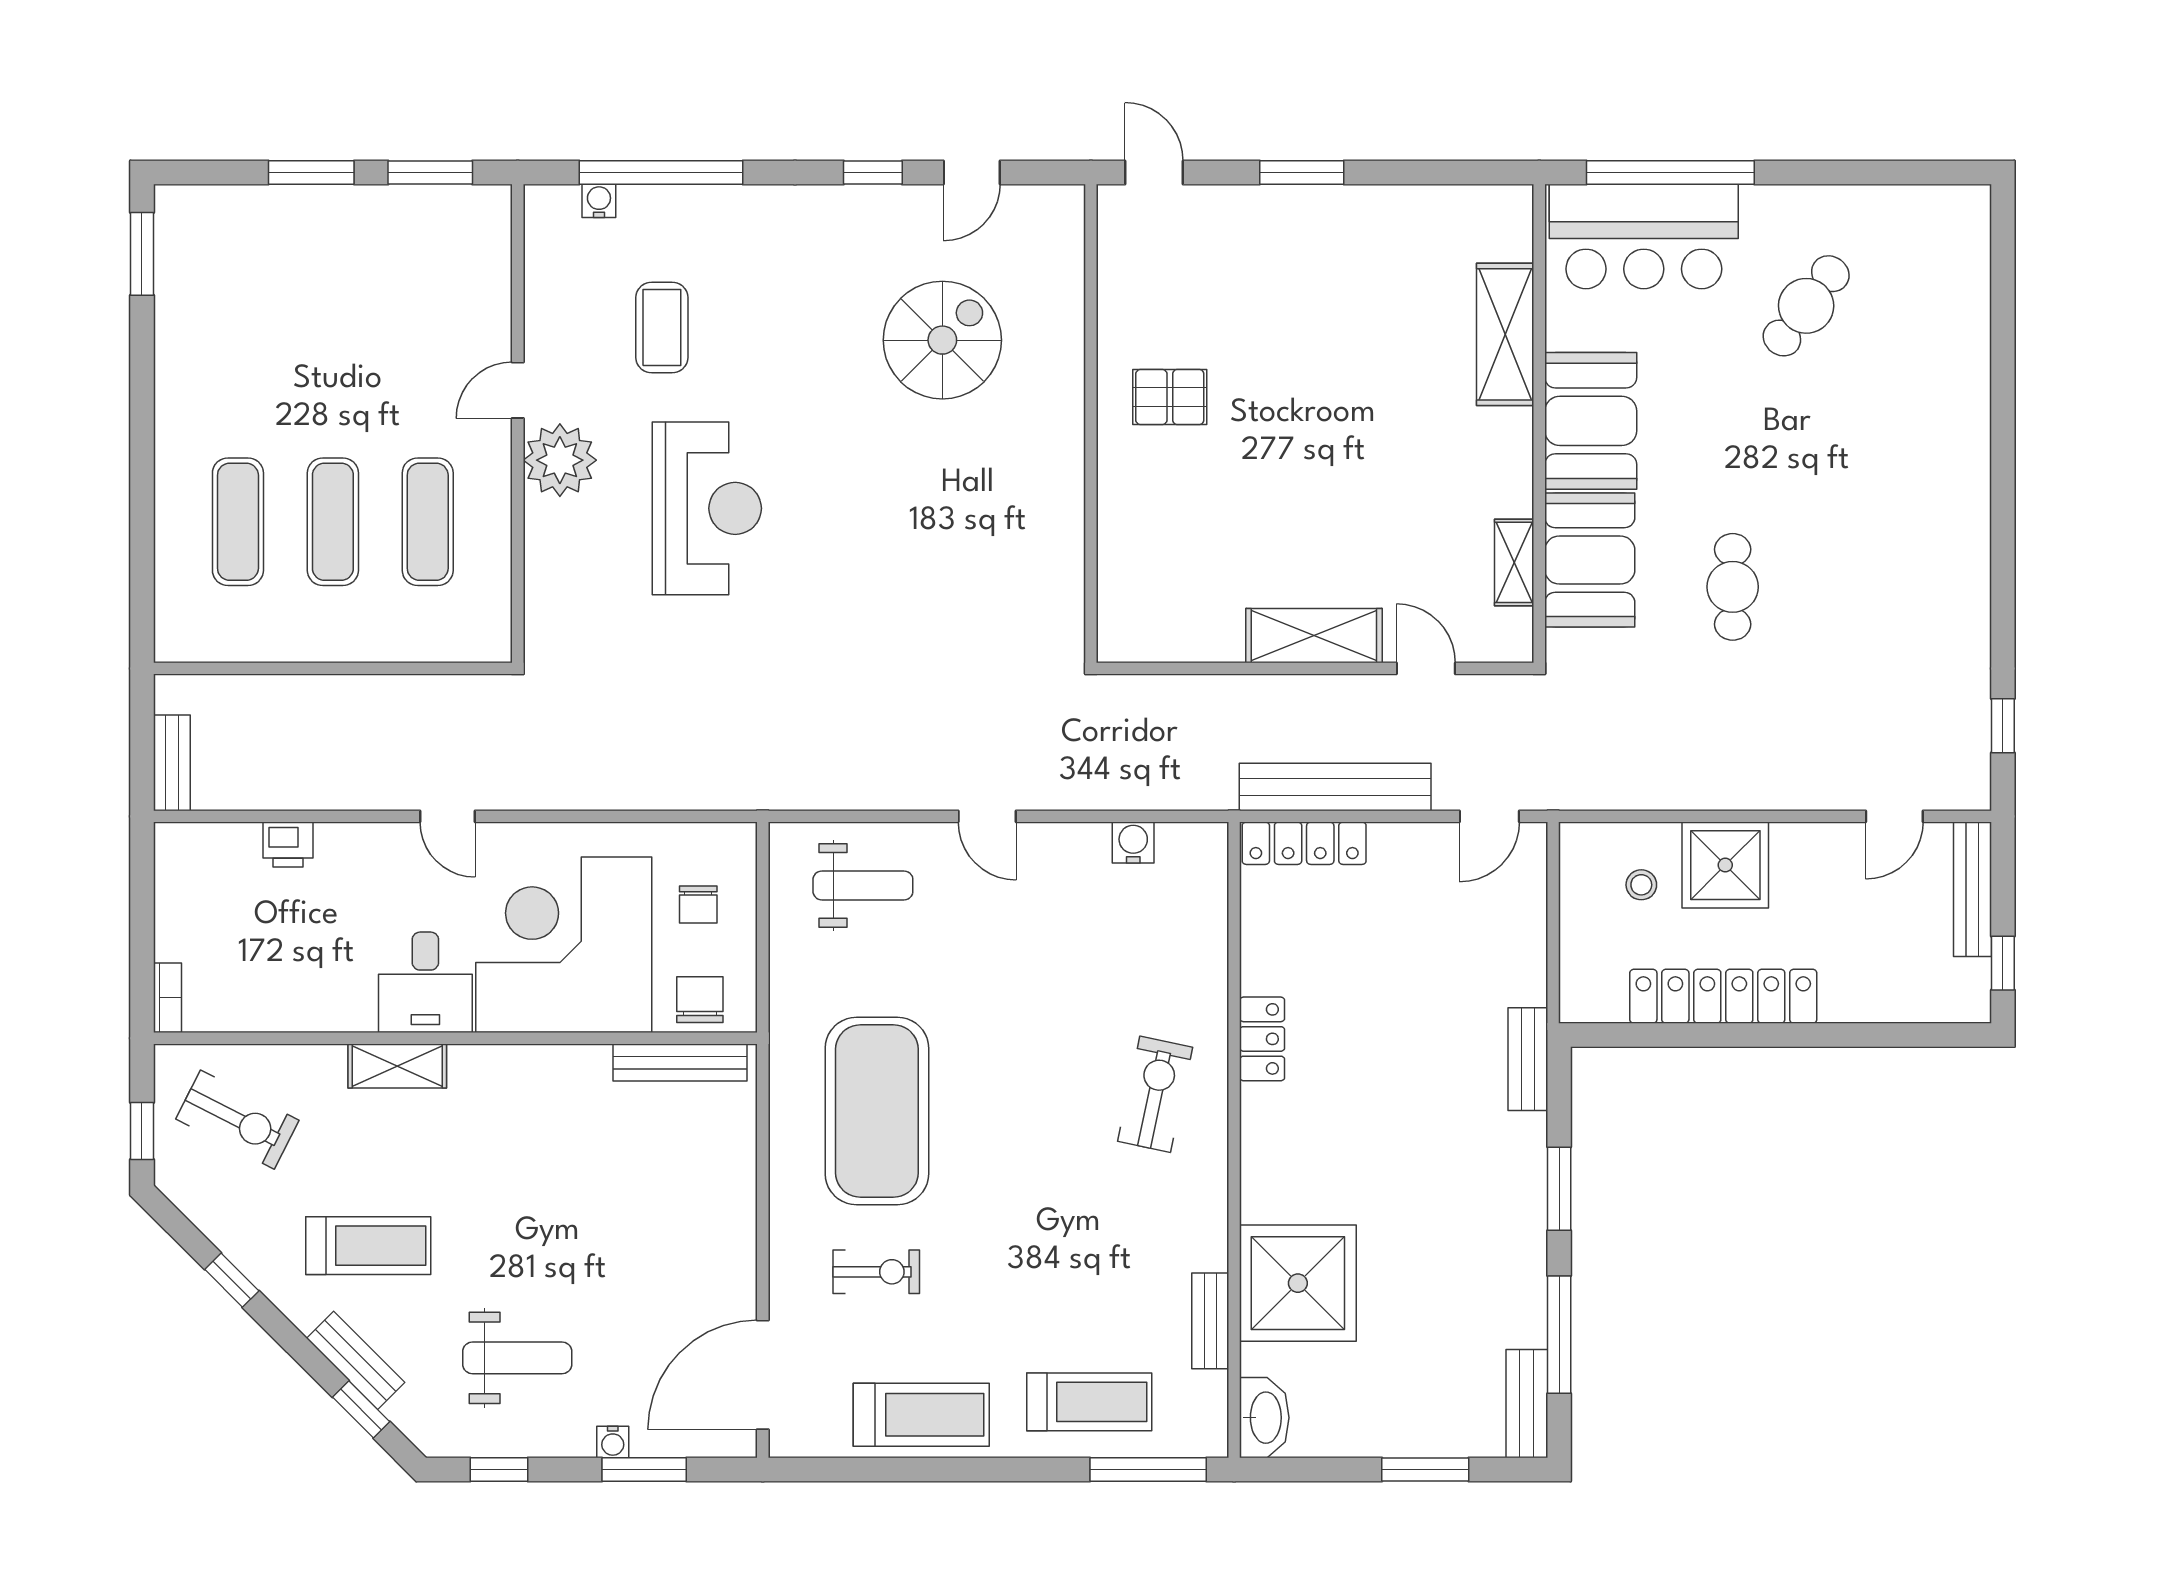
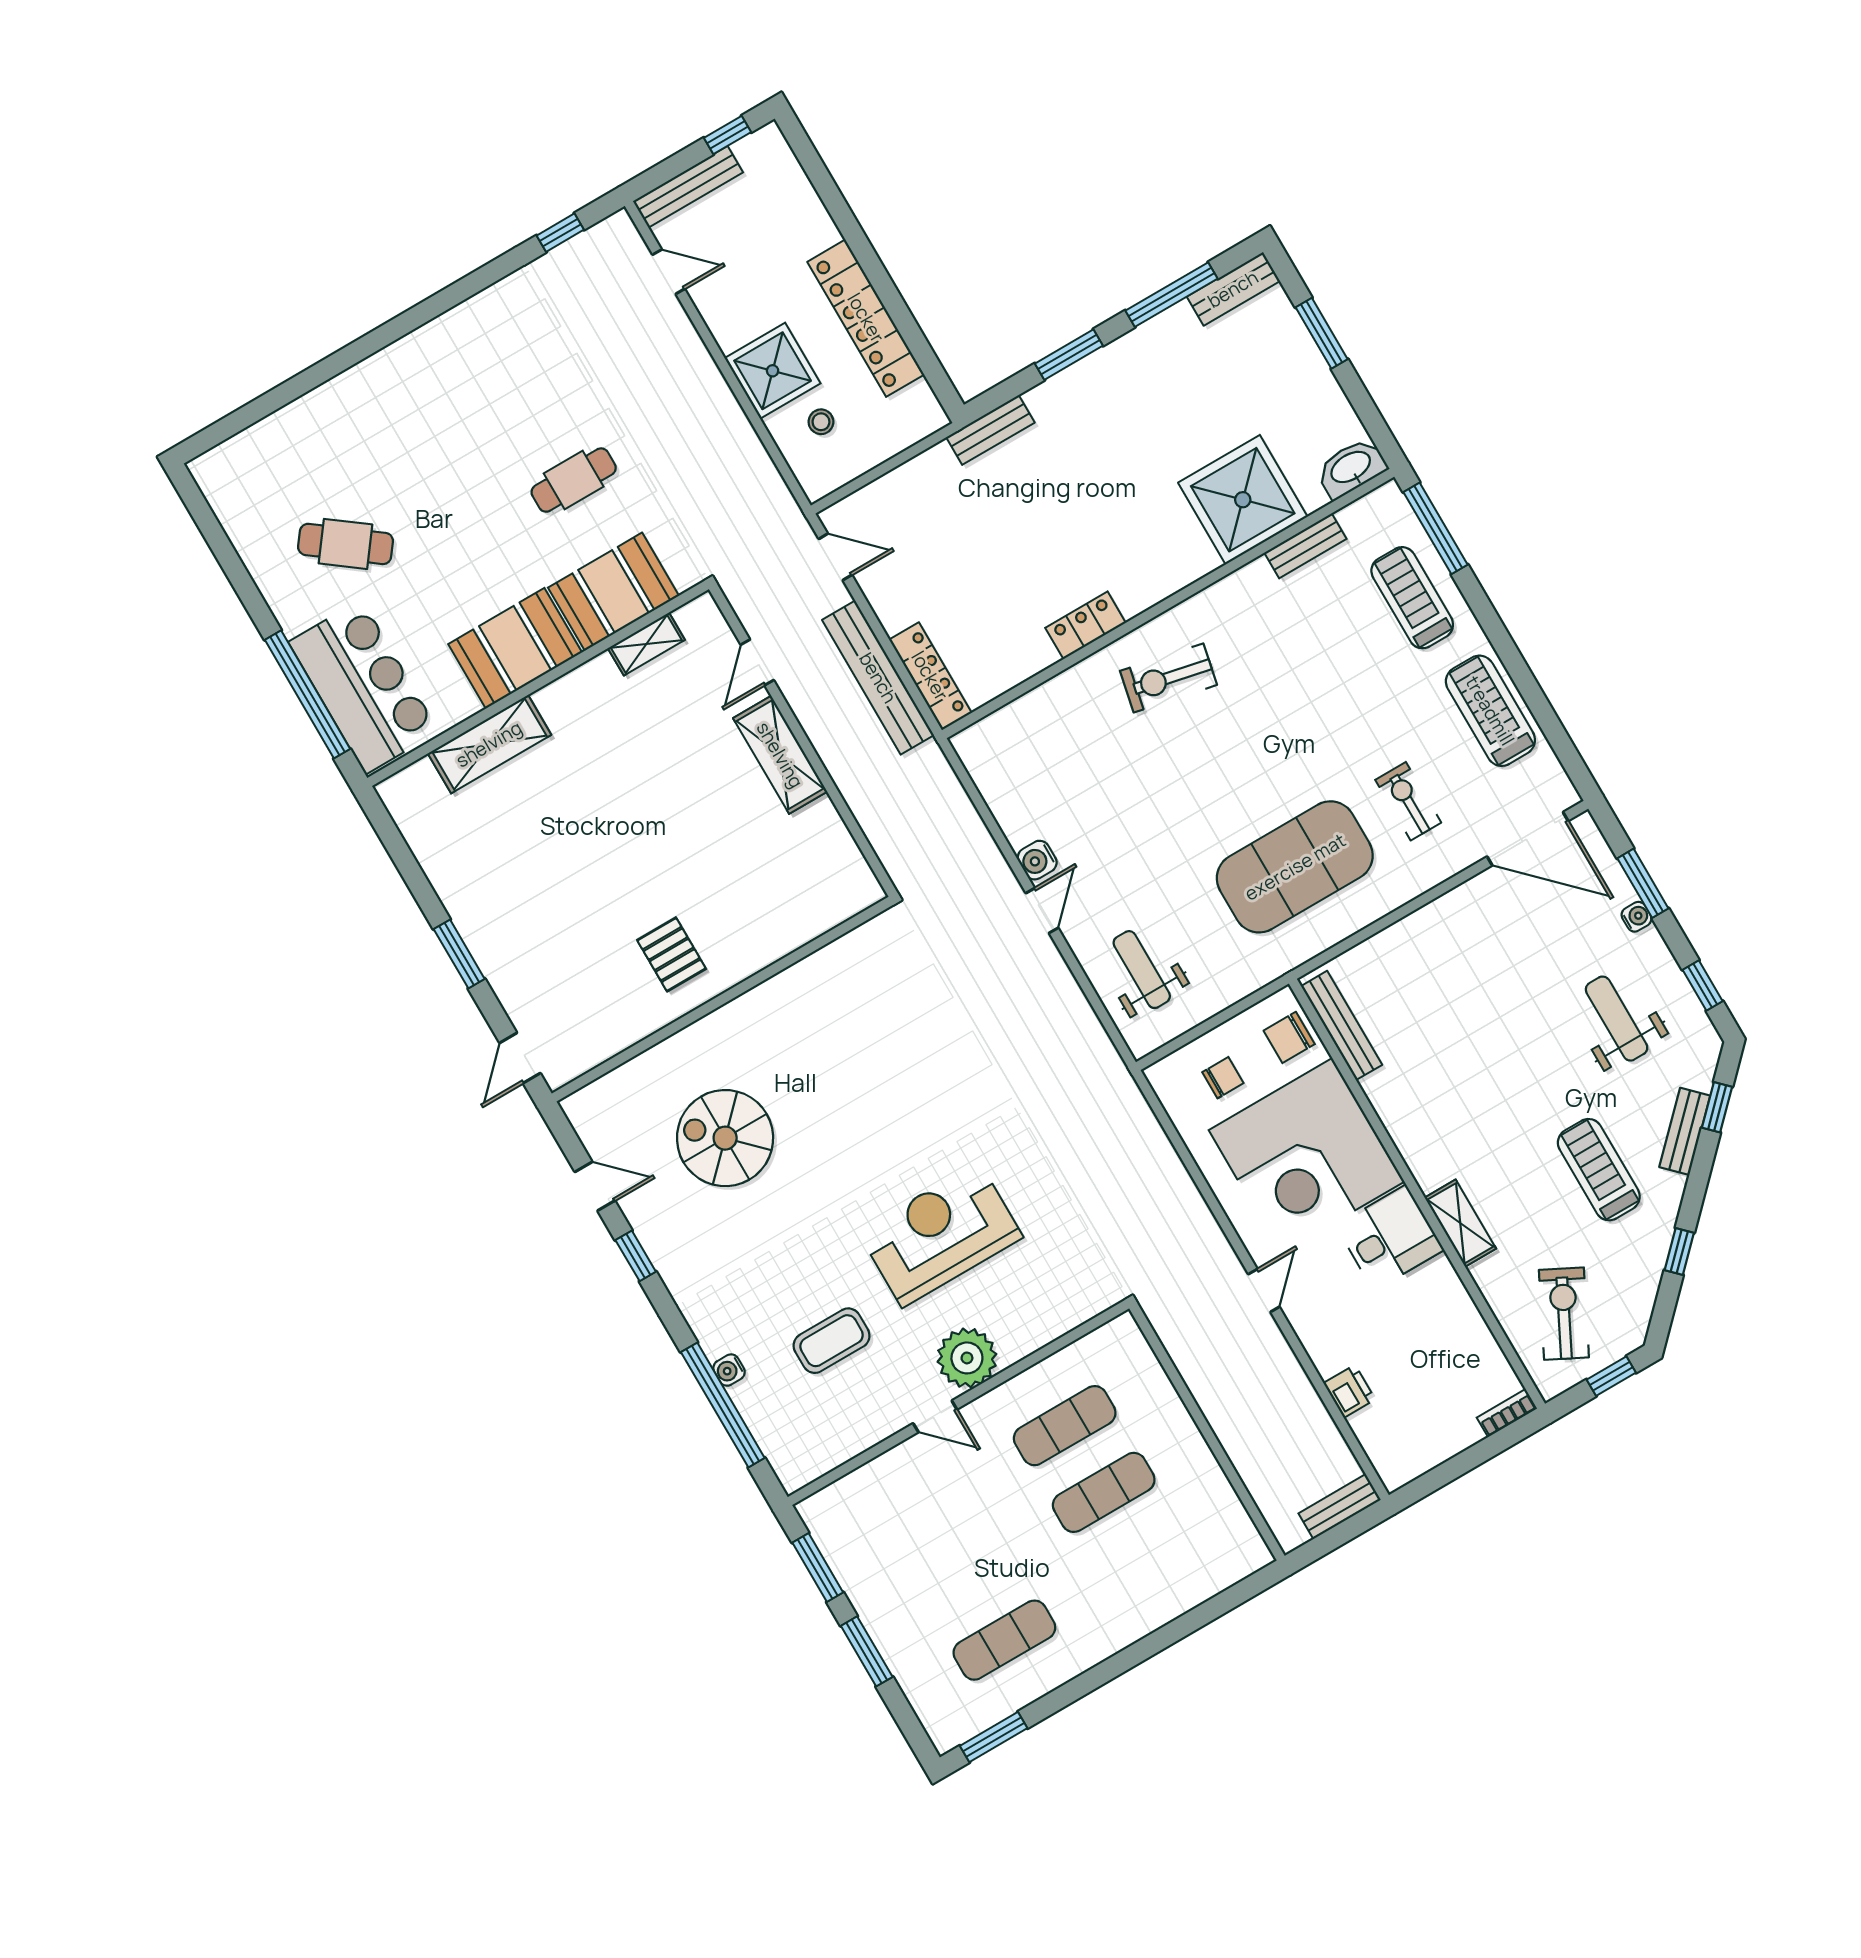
water cooler: (599, 201) -> (729, 1370), moved
exercise mat: (238, 522) -> (1004, 1640), moved
water cooler: (1133, 843) -> (1037, 860), moved

